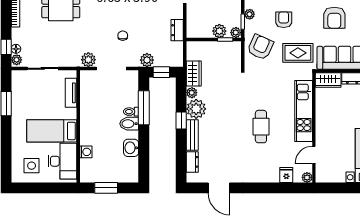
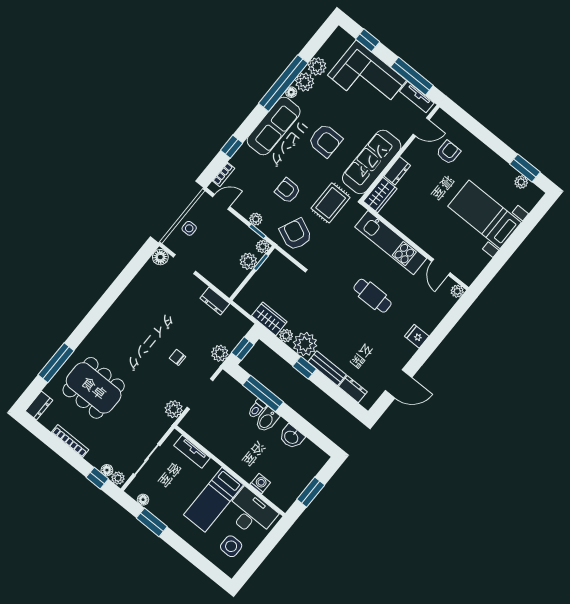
floor lamp: (16, 87) -> (143, 500), added
fridge: (286, 175) -> (417, 336), moved

